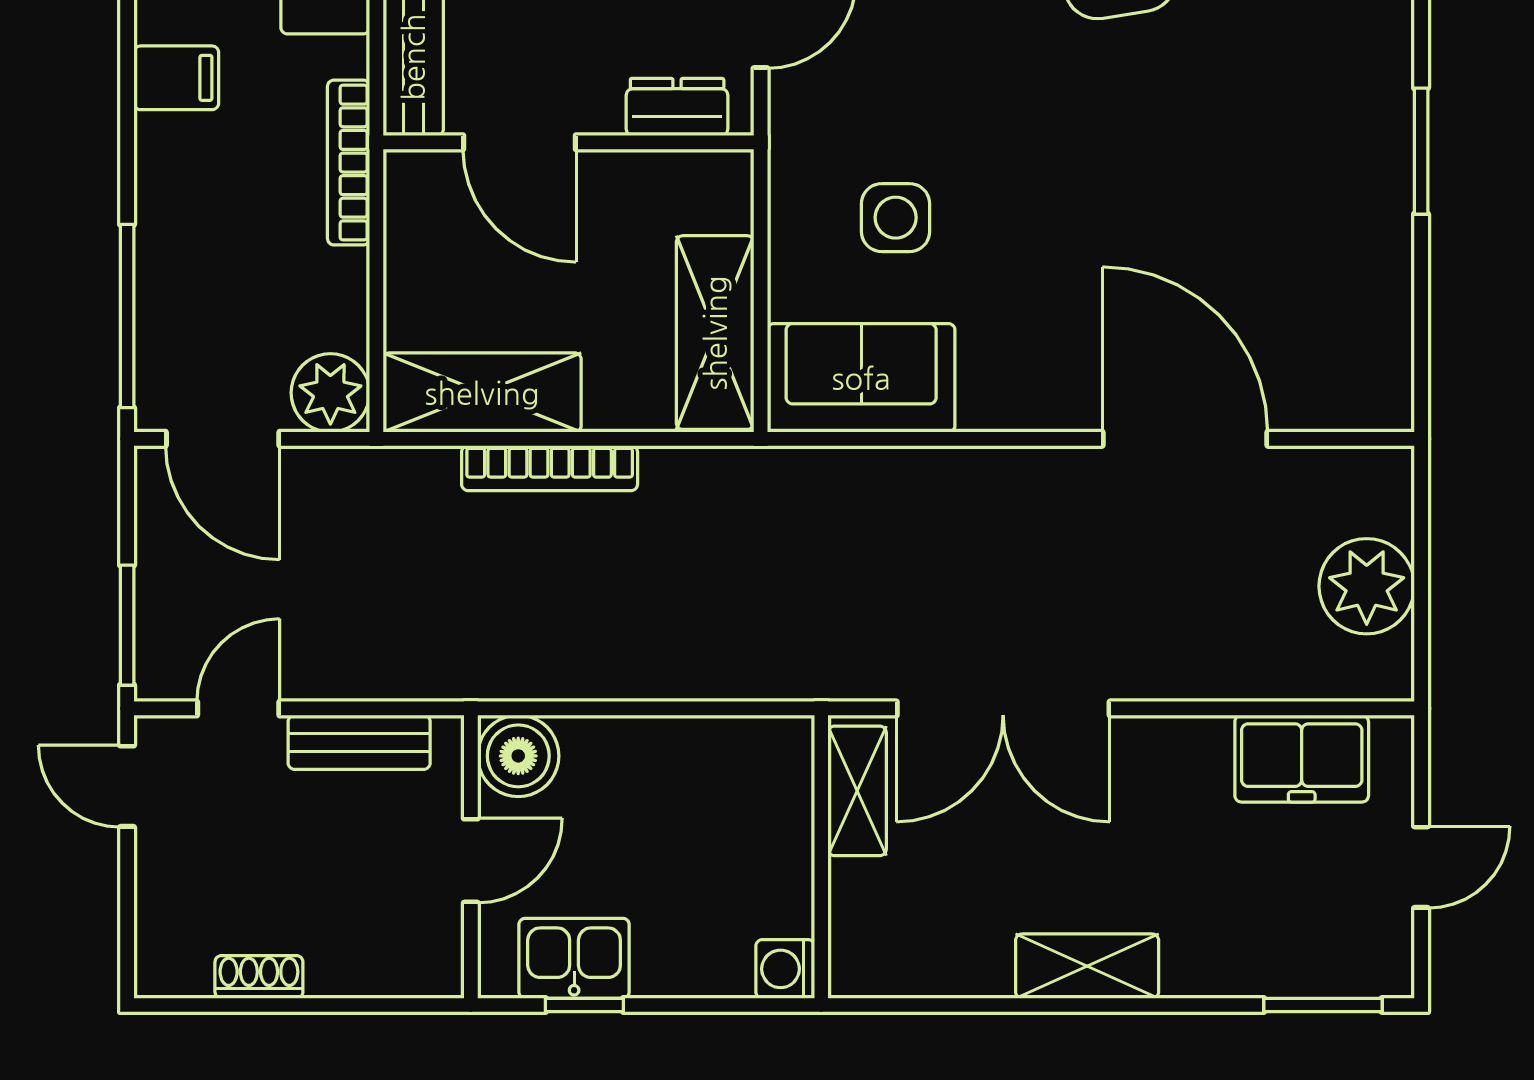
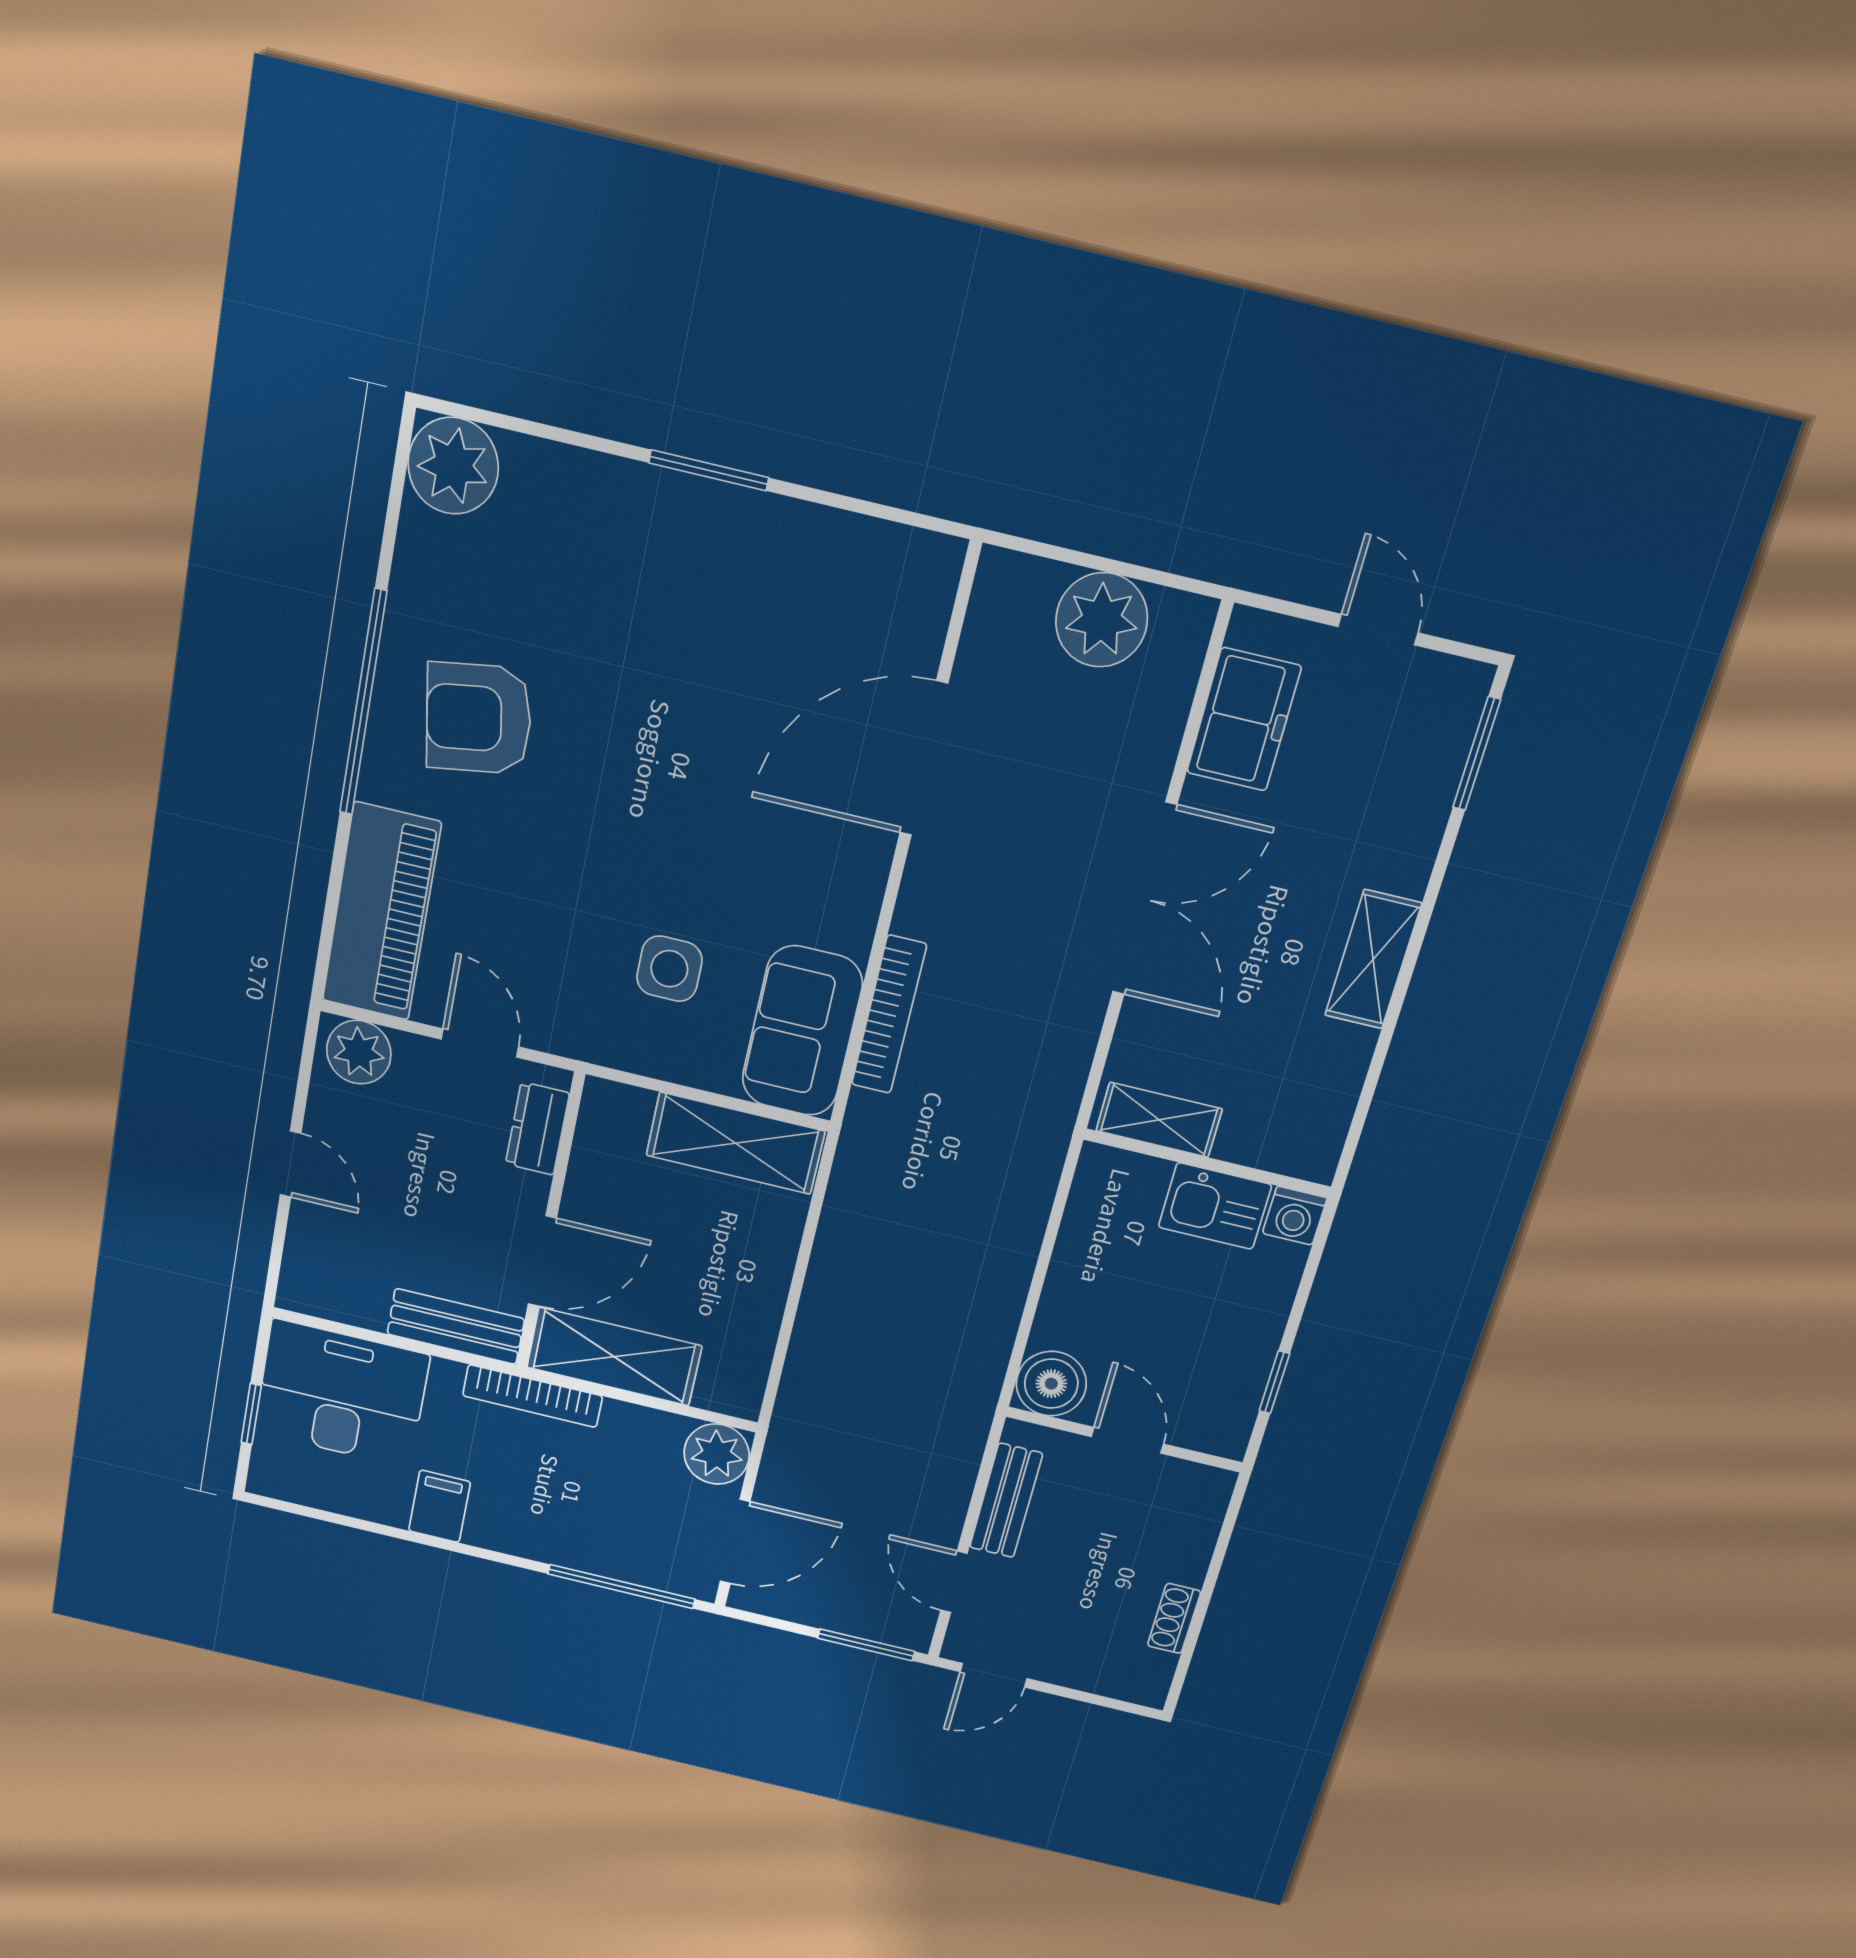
shelving: (482, 393) -> (614, 1357), moved, turned 90
bookcase: (550, 468) -> (889, 1015), moved
double door: (1003, 708) -> (1144, 899), moved
kitchen sink: (574, 958) -> (1215, 1206), moved, turned -90

